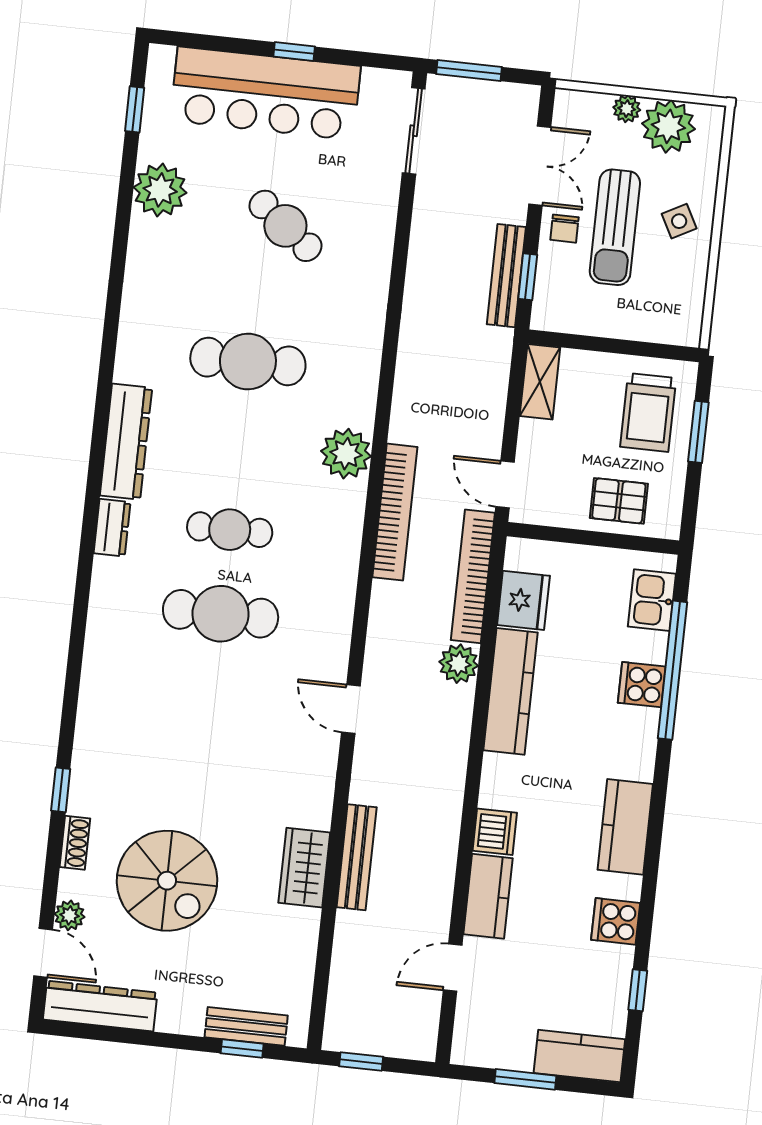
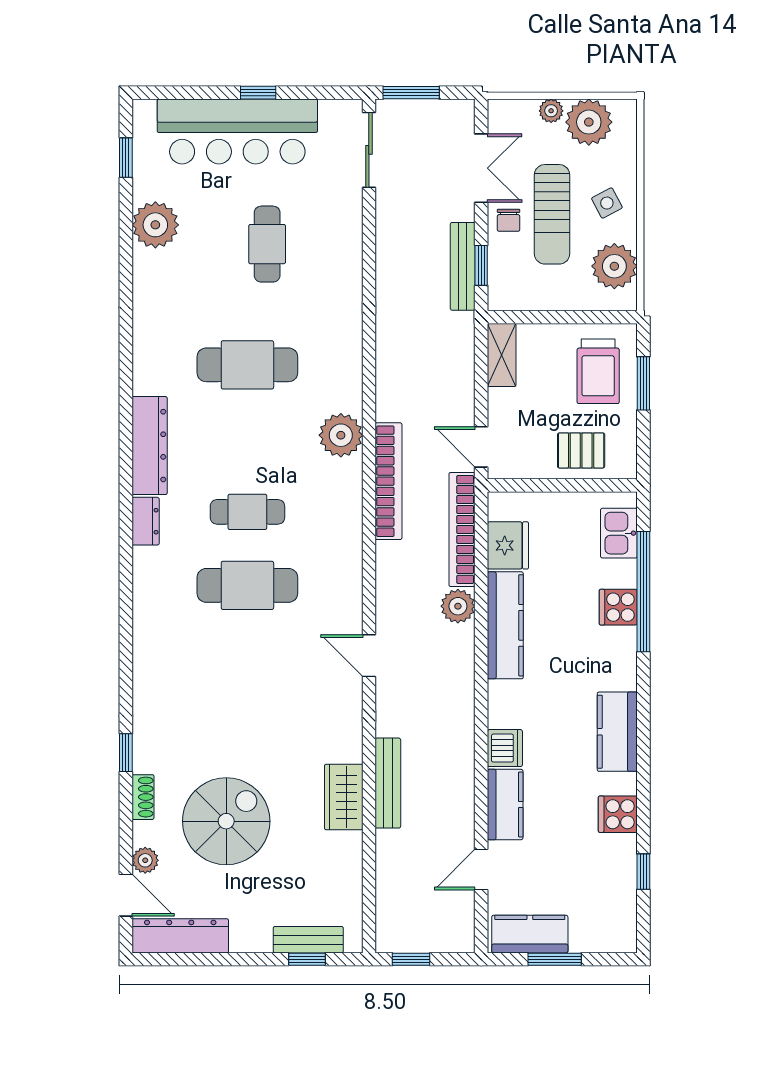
cafe table: (285, 226) -> (267, 244), turned 52
plant: (680, 294) -> (614, 266), added
spiral stairs: (167, 881) -> (226, 821), turned -90
kitchen counter: (579, 1056) -> (530, 934), moved

